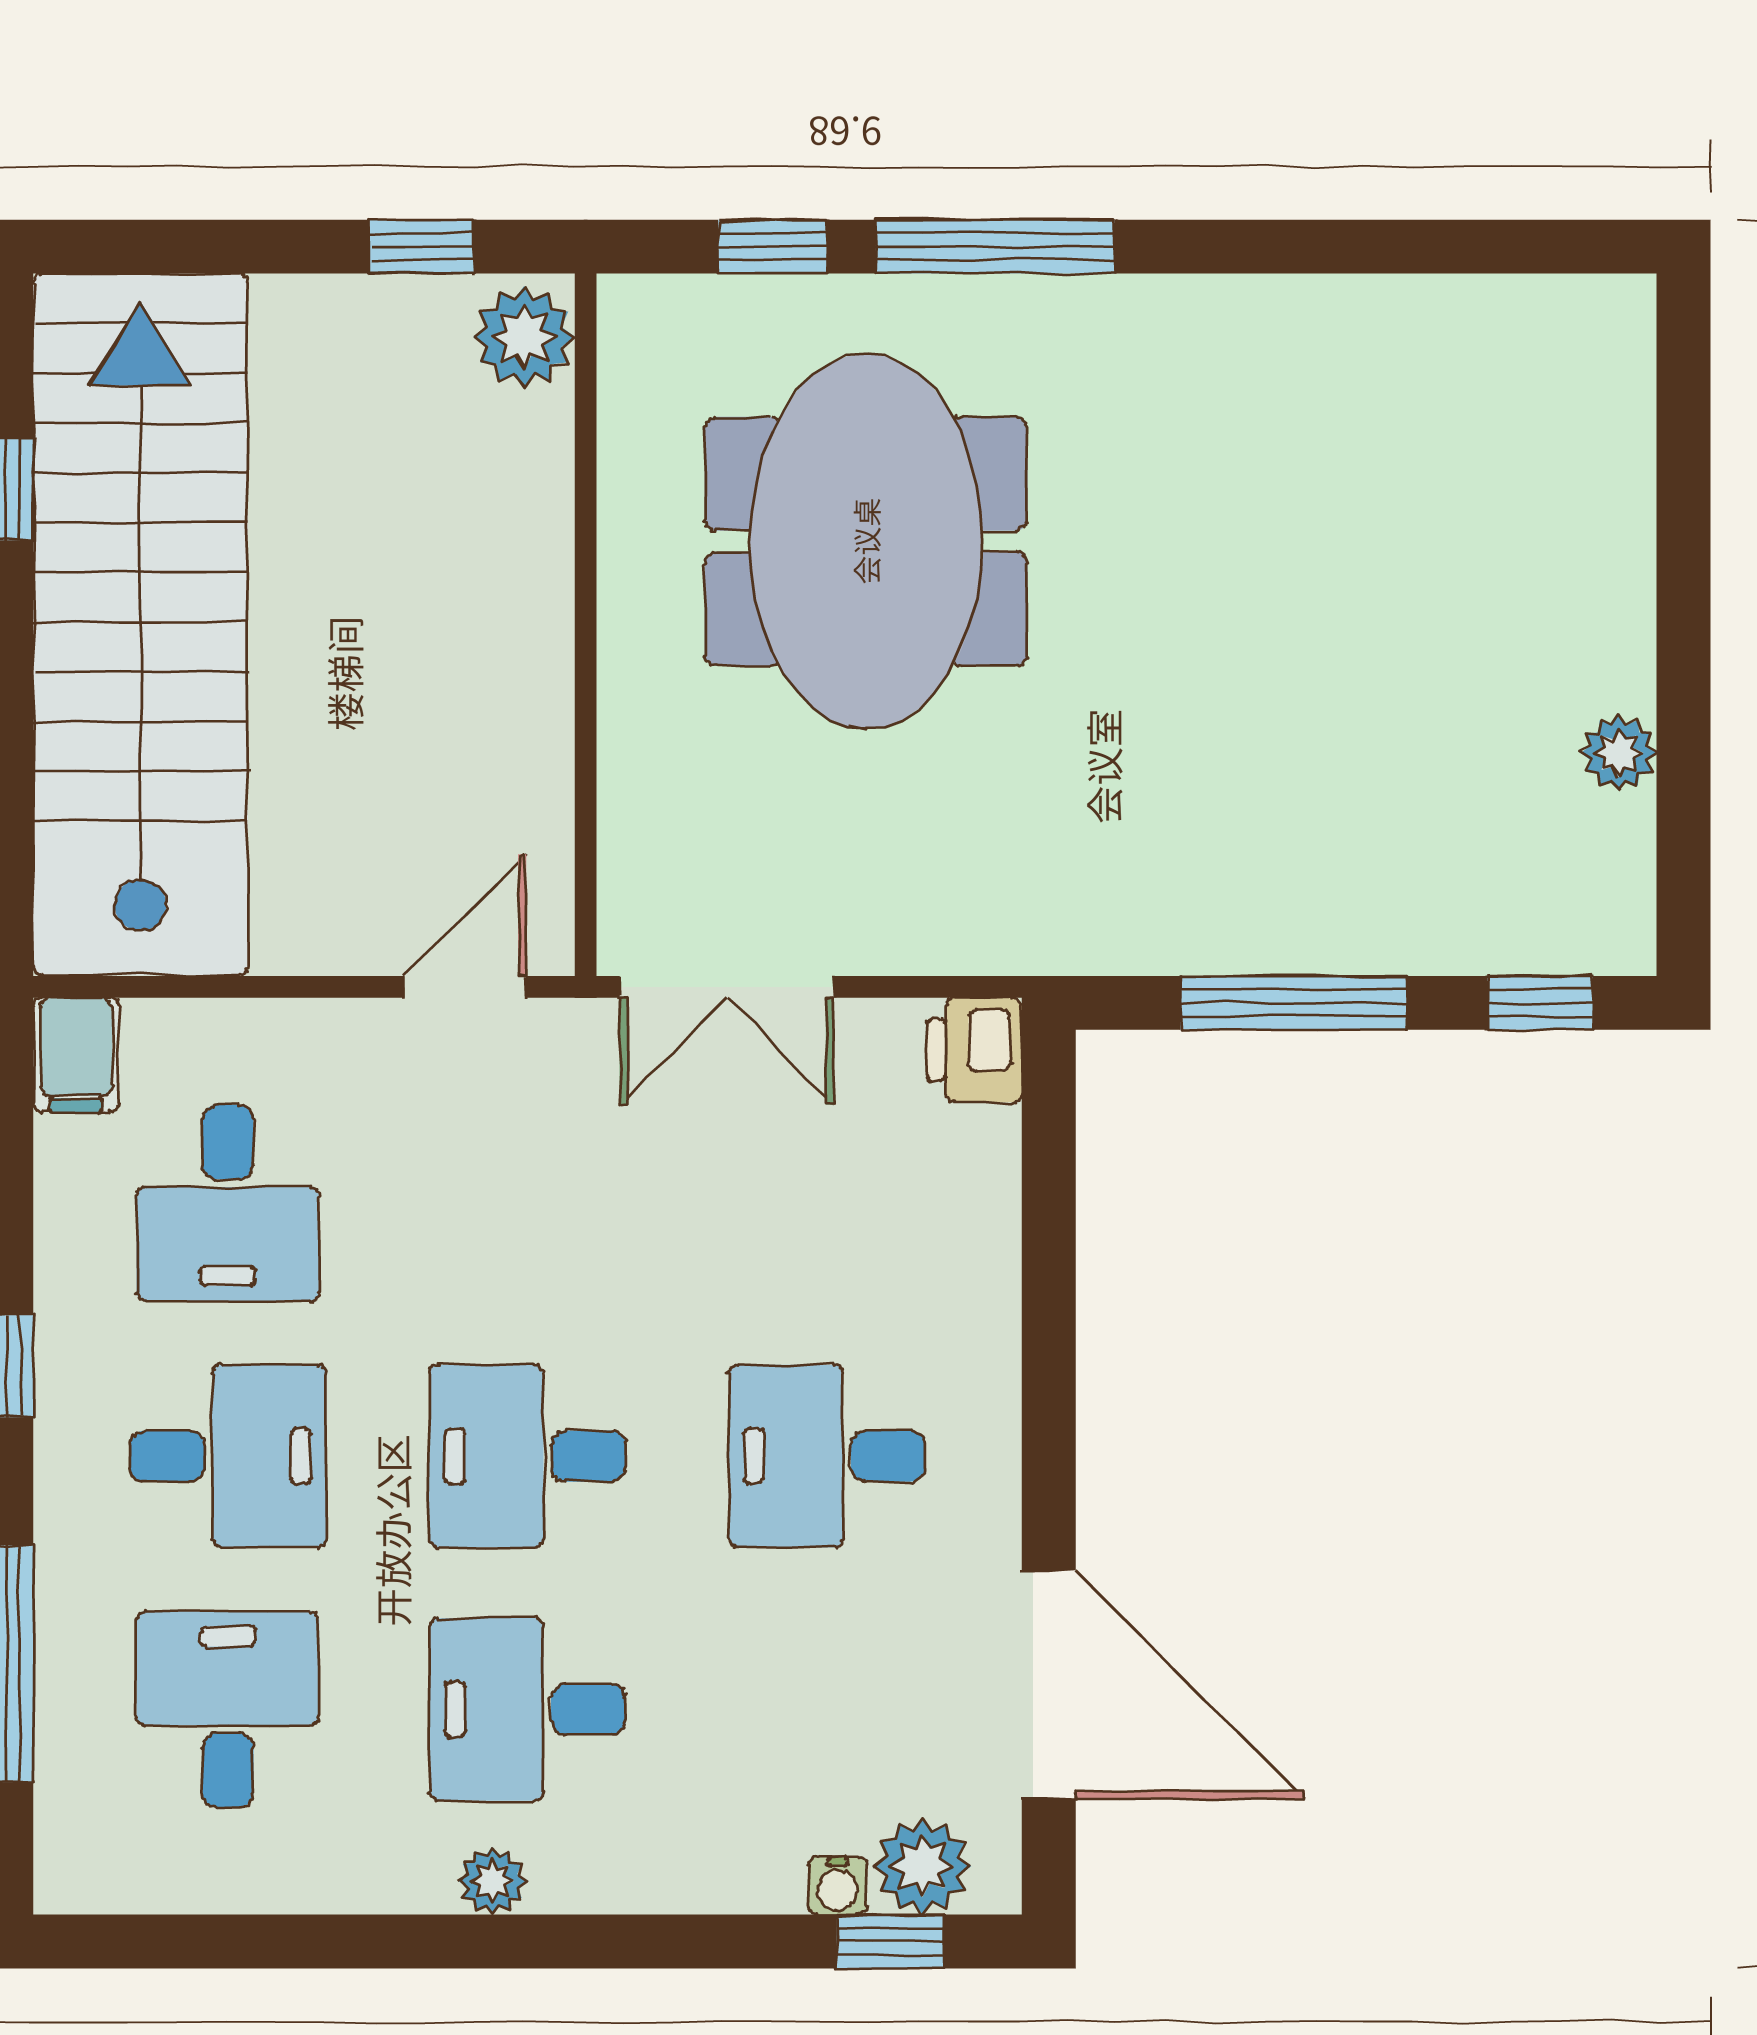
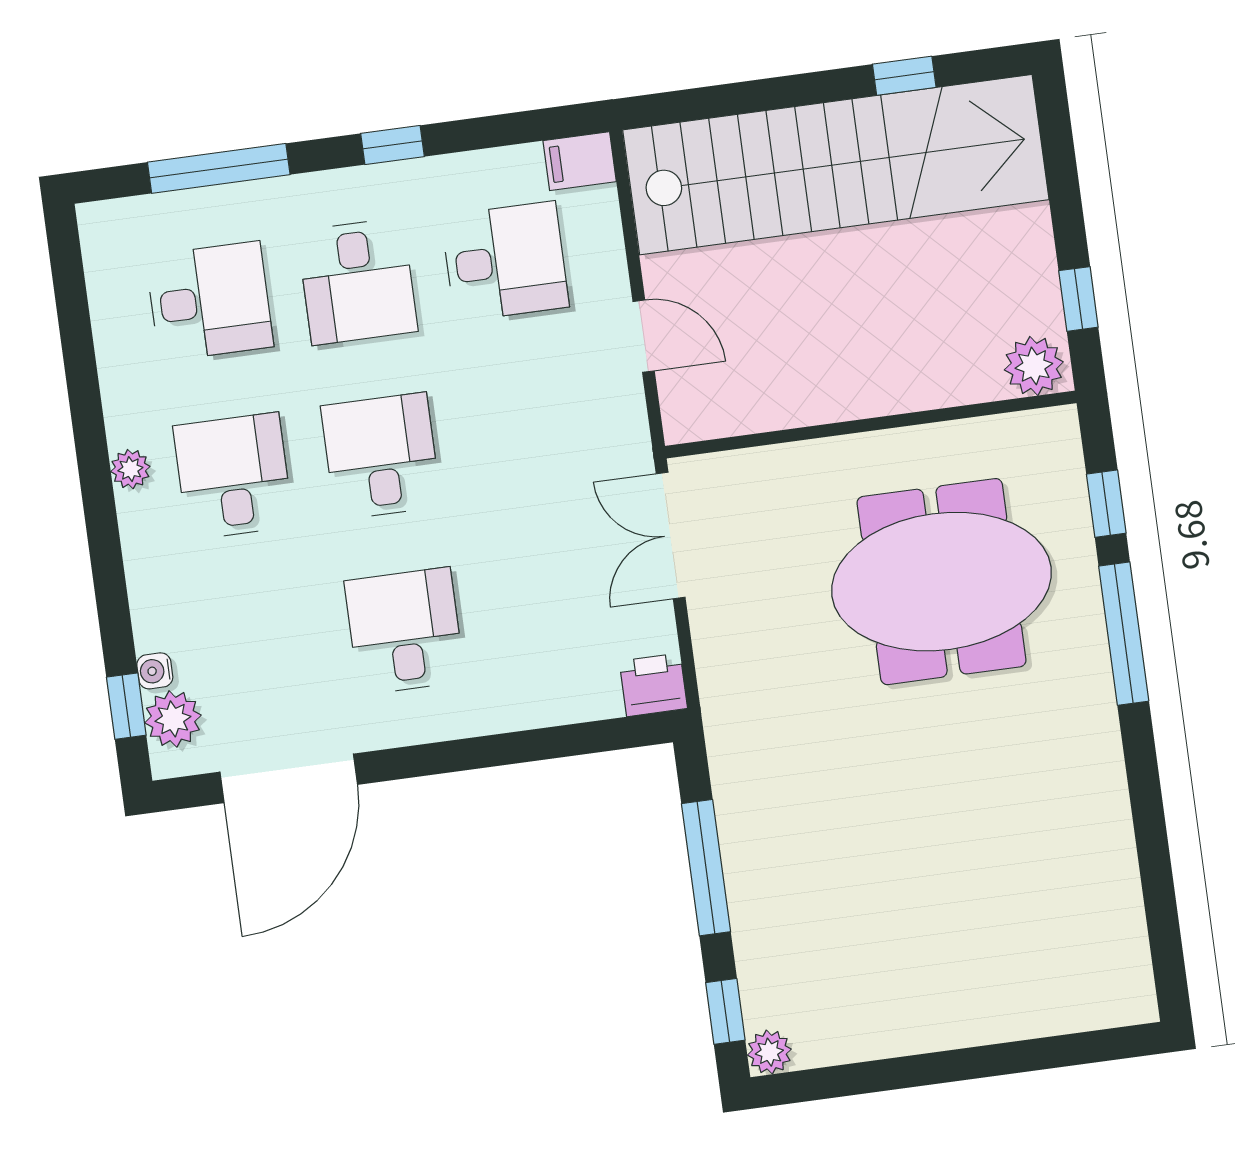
plant: (1619, 753) -> (769, 1052), moved
door: (465, 987) -> (644, 336), moved
desk: (228, 1203) -> (505, 261), turned 180

